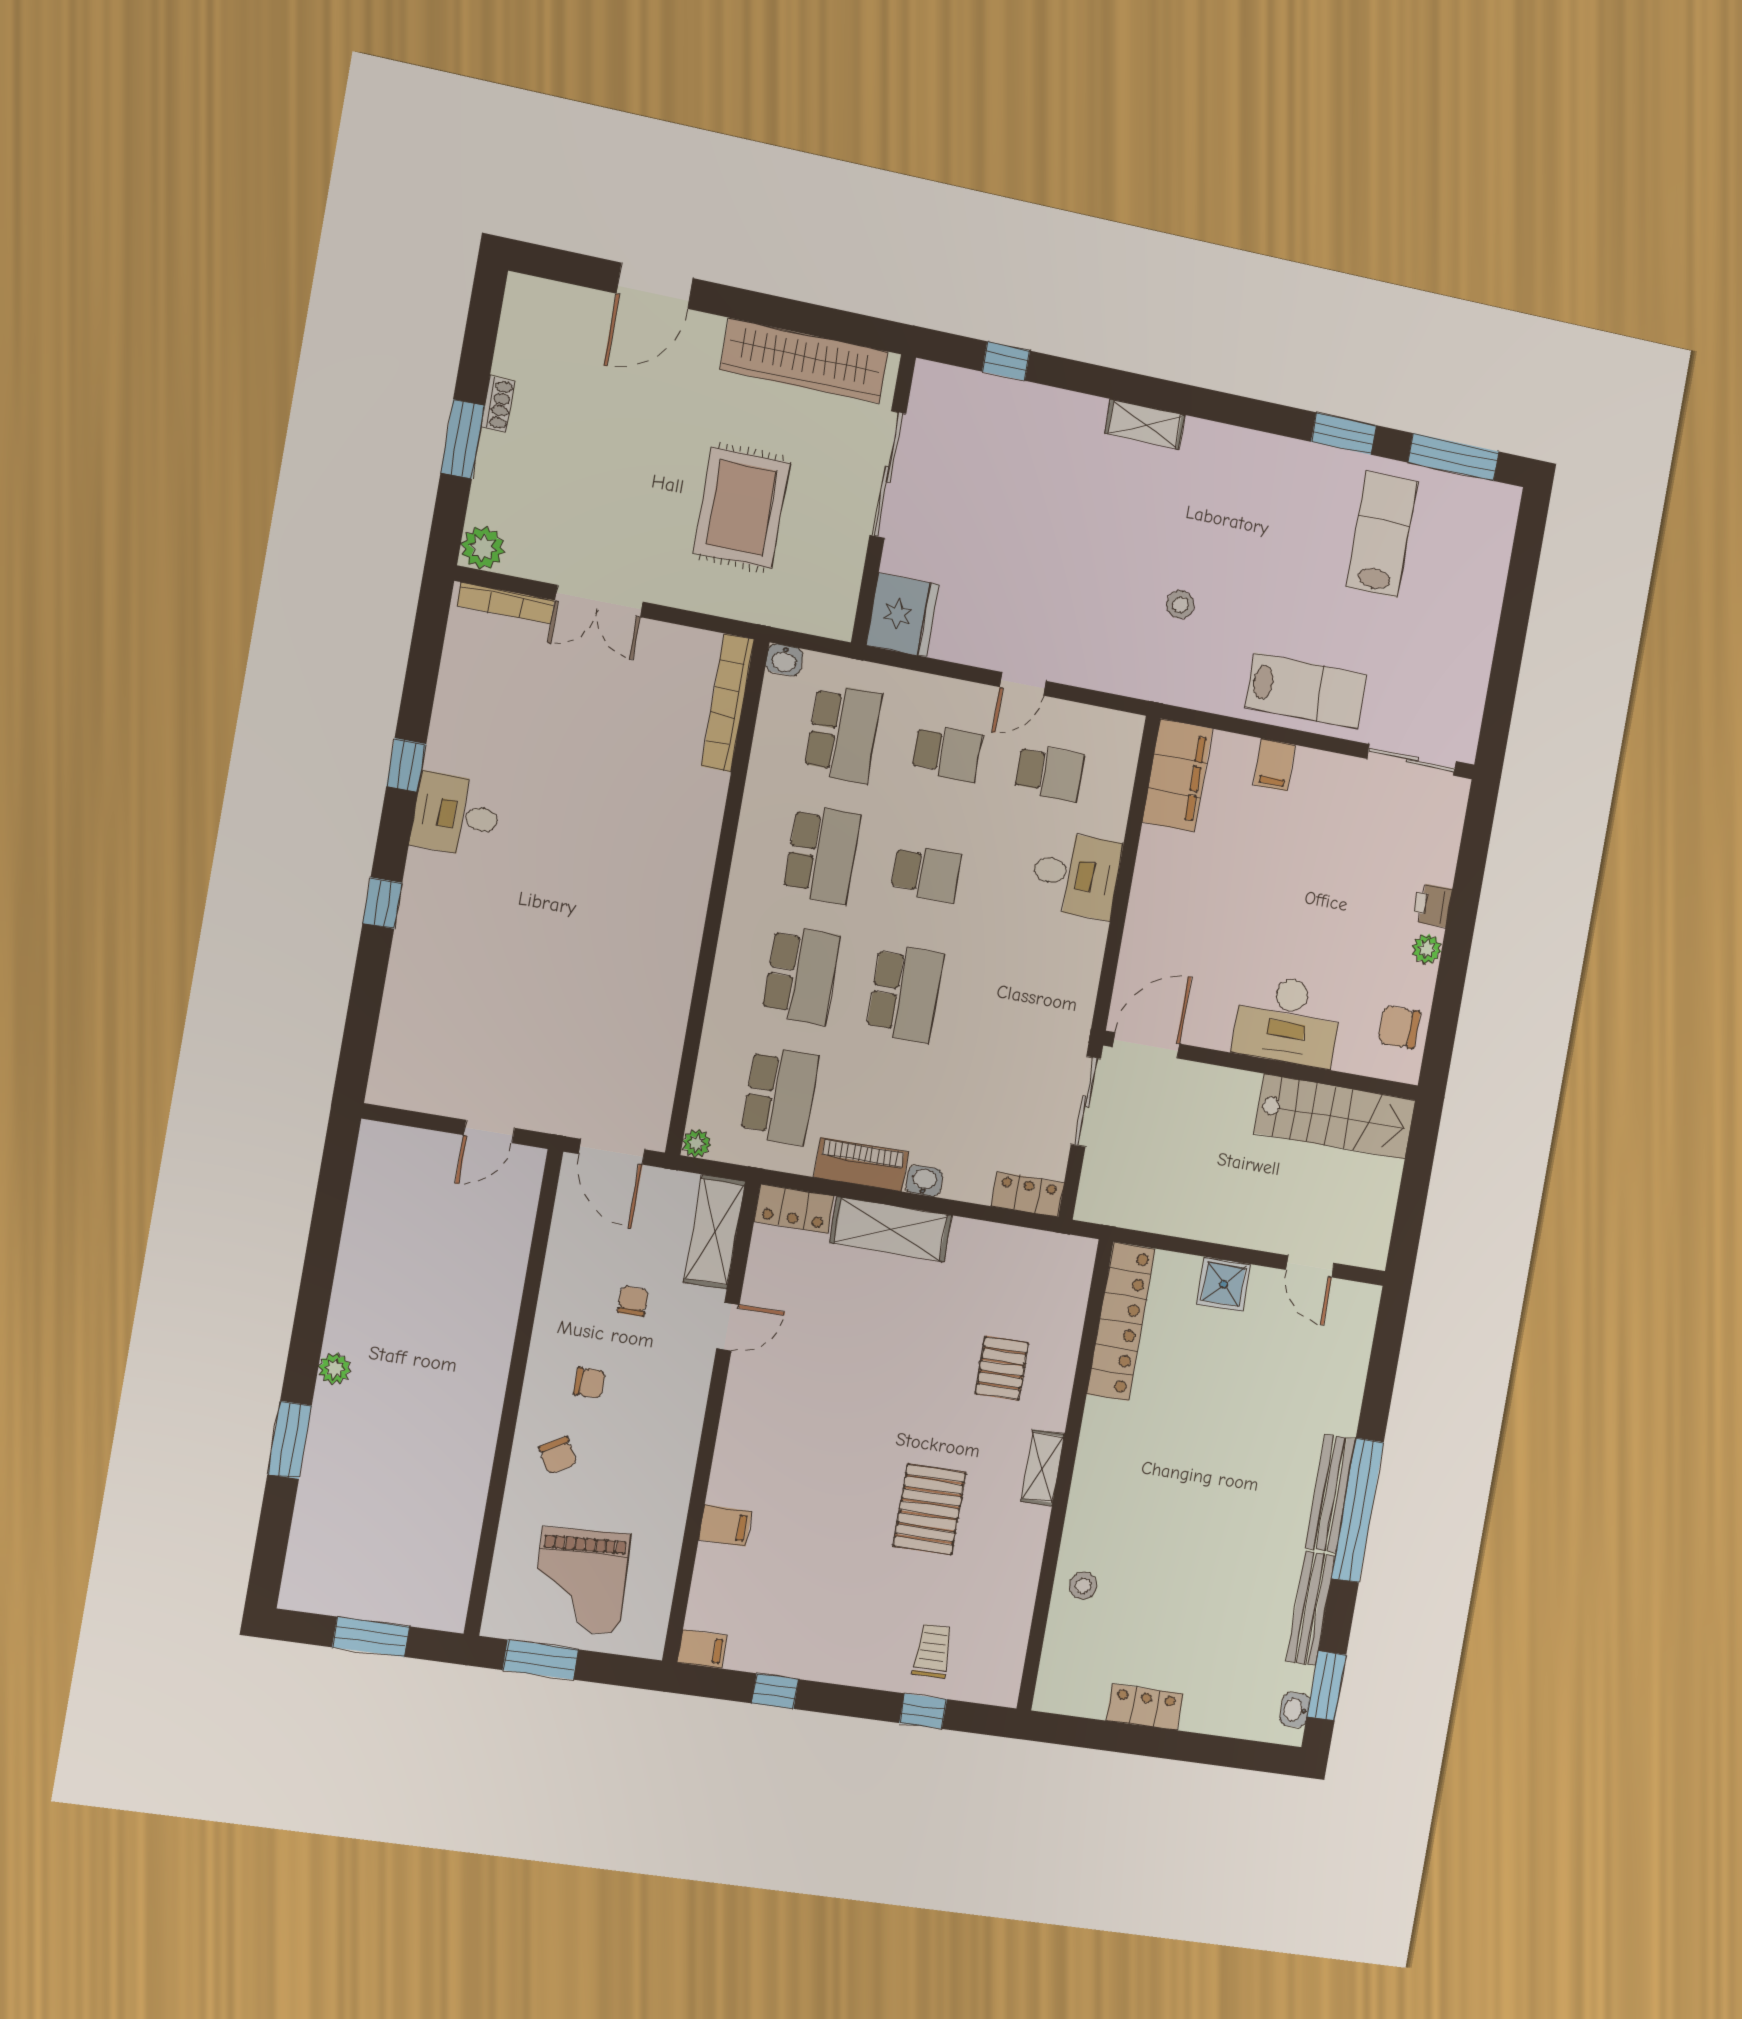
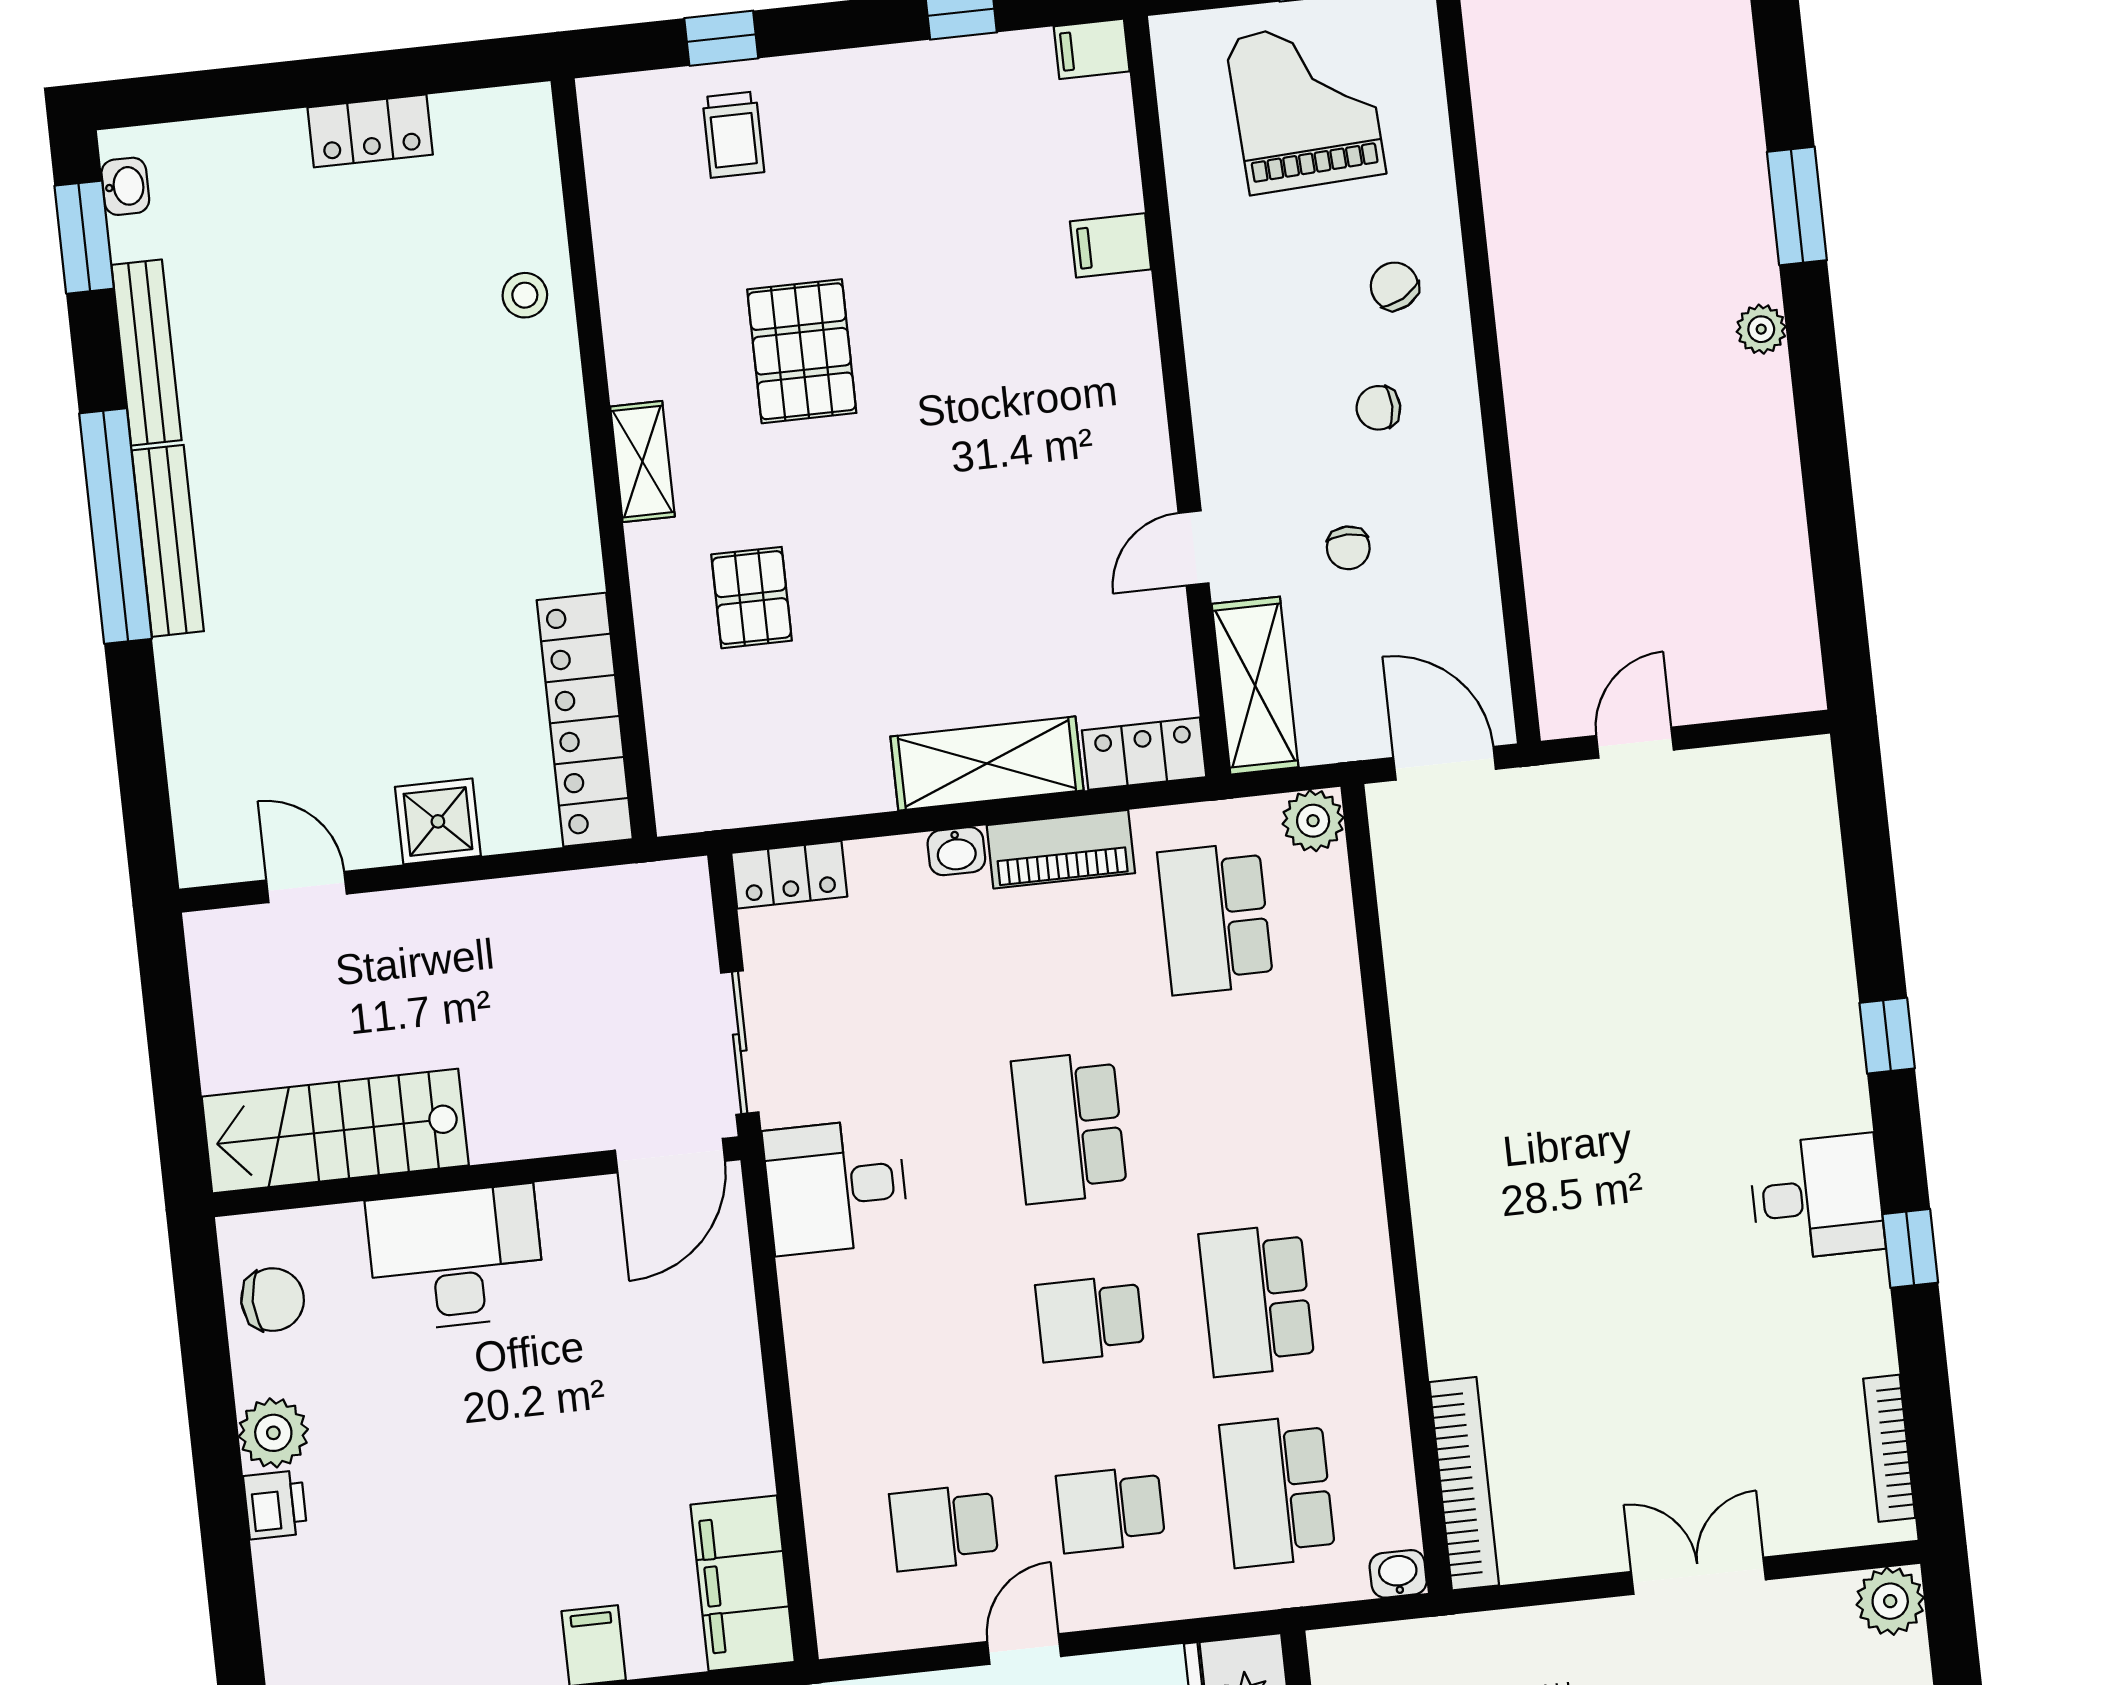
bookcase: (506, 603) -> (1889, 1448), moved, turned -90
desk: (1076, 875) -> (836, 1187), moved
plant: (1427, 949) -> (273, 1433), width x1.38, depth x1.38
school desk: (801, 975) -> (1236, 1109), removed
plant: (697, 1143) -> (1313, 821), width x1.38, depth x1.38

